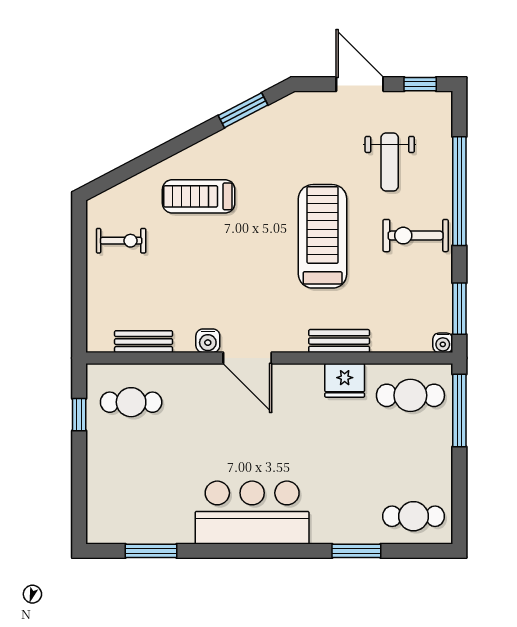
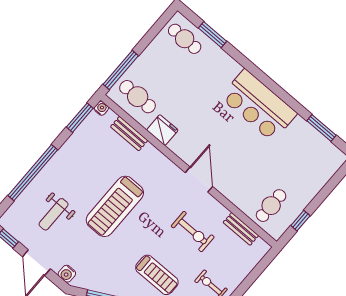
weight bench: (390, 162) -> (54, 214), turned 180
exercise bike: (416, 236) -> (193, 232), moved
water cooler: (208, 341) -> (67, 274), moved, turned 180
bench: (339, 341) -> (129, 134), moved
cafe table: (131, 402) -> (271, 206), turned 90
window: (356, 551) -> (213, 35), moved

